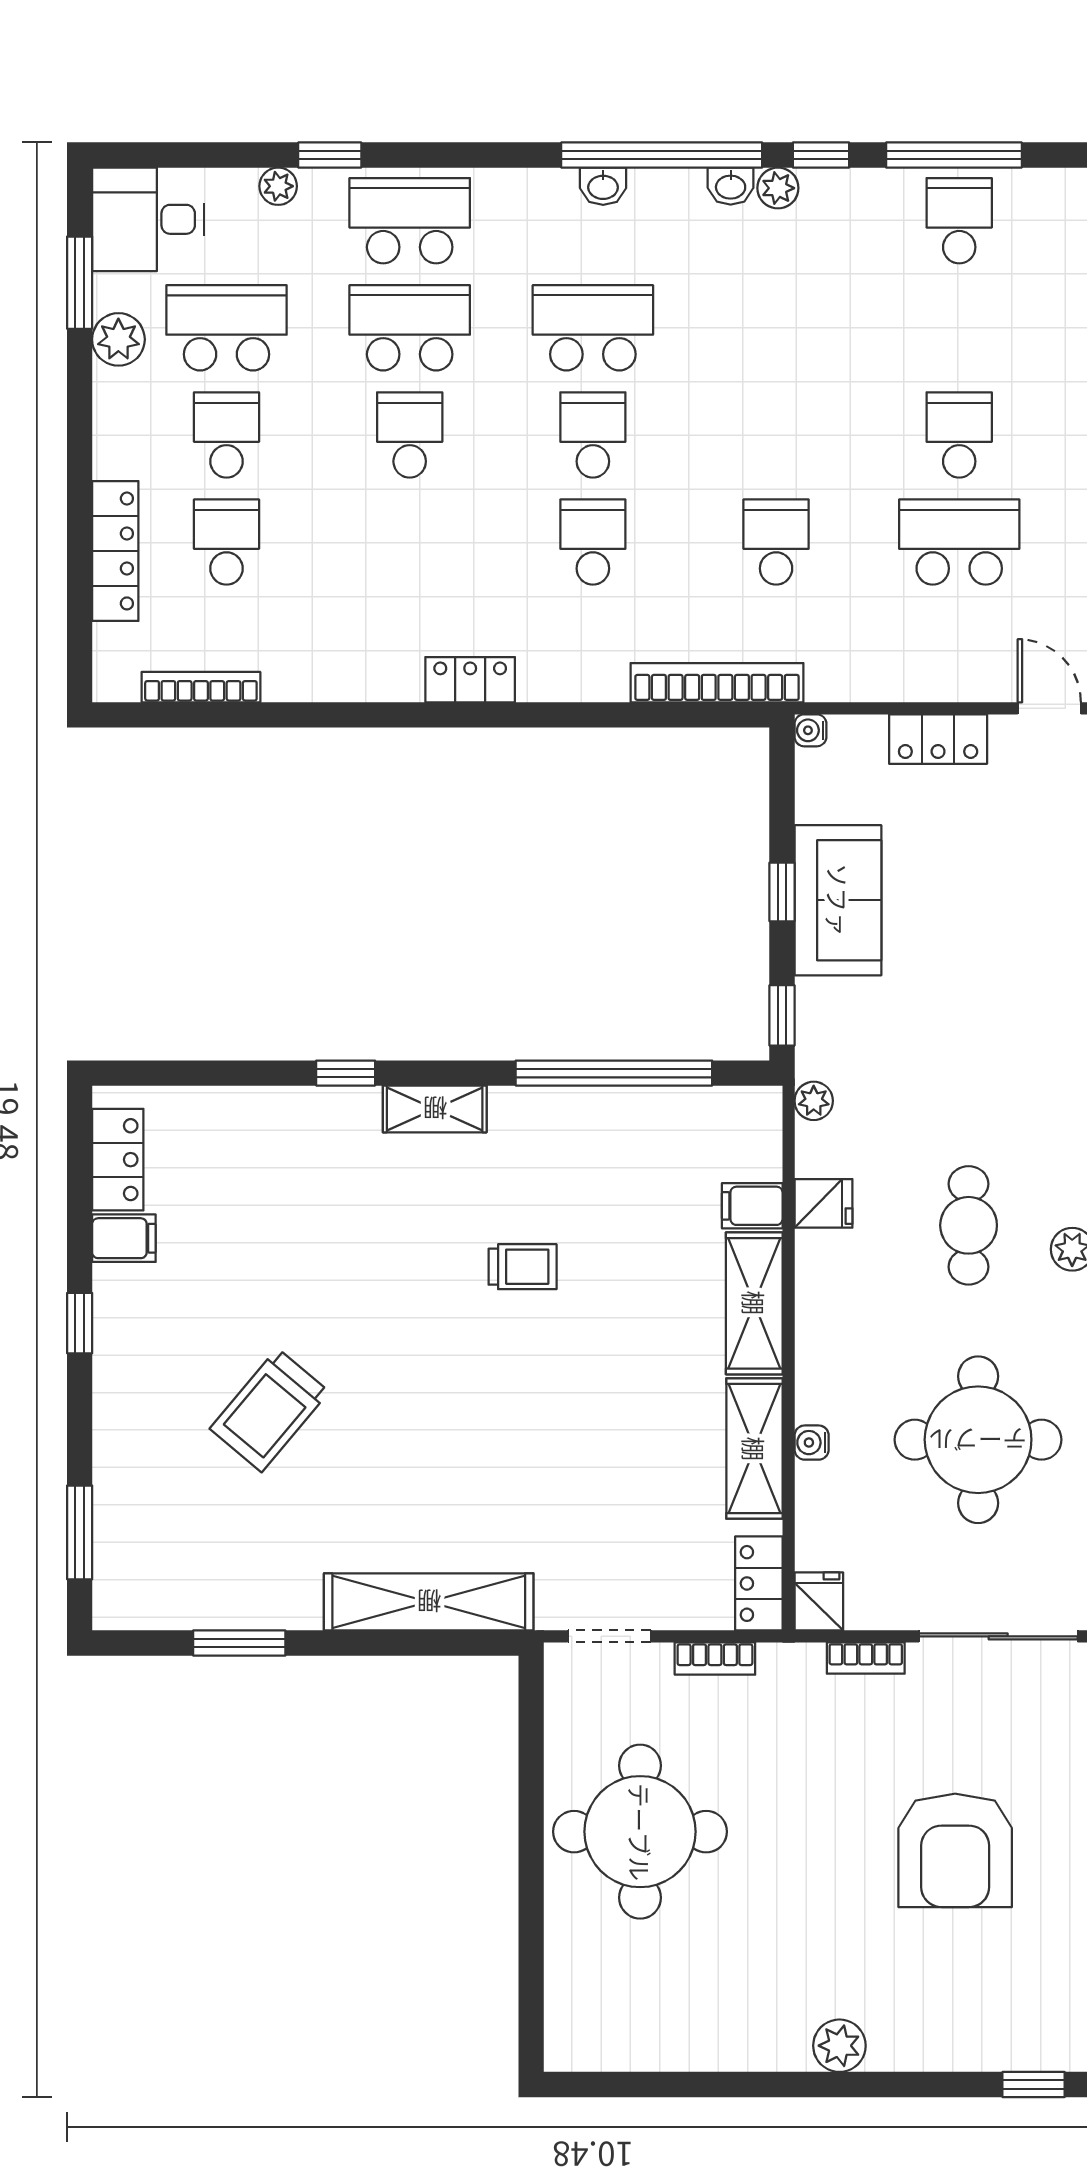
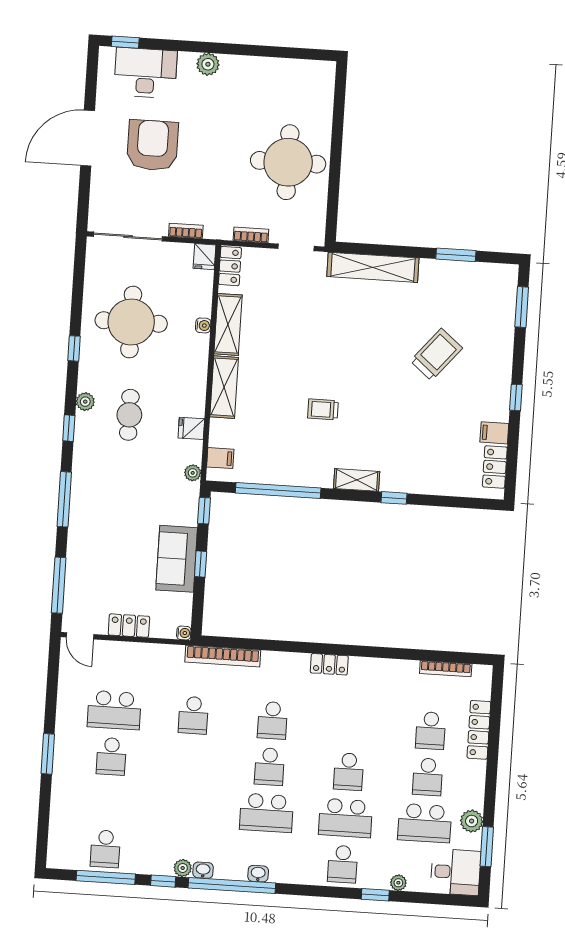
school desk: (410, 221) -> (343, 864), width x0.54
filing cabinet: (752, 1206) -> (220, 458), moved
desk: (982, 2017) -> (146, 73), added

